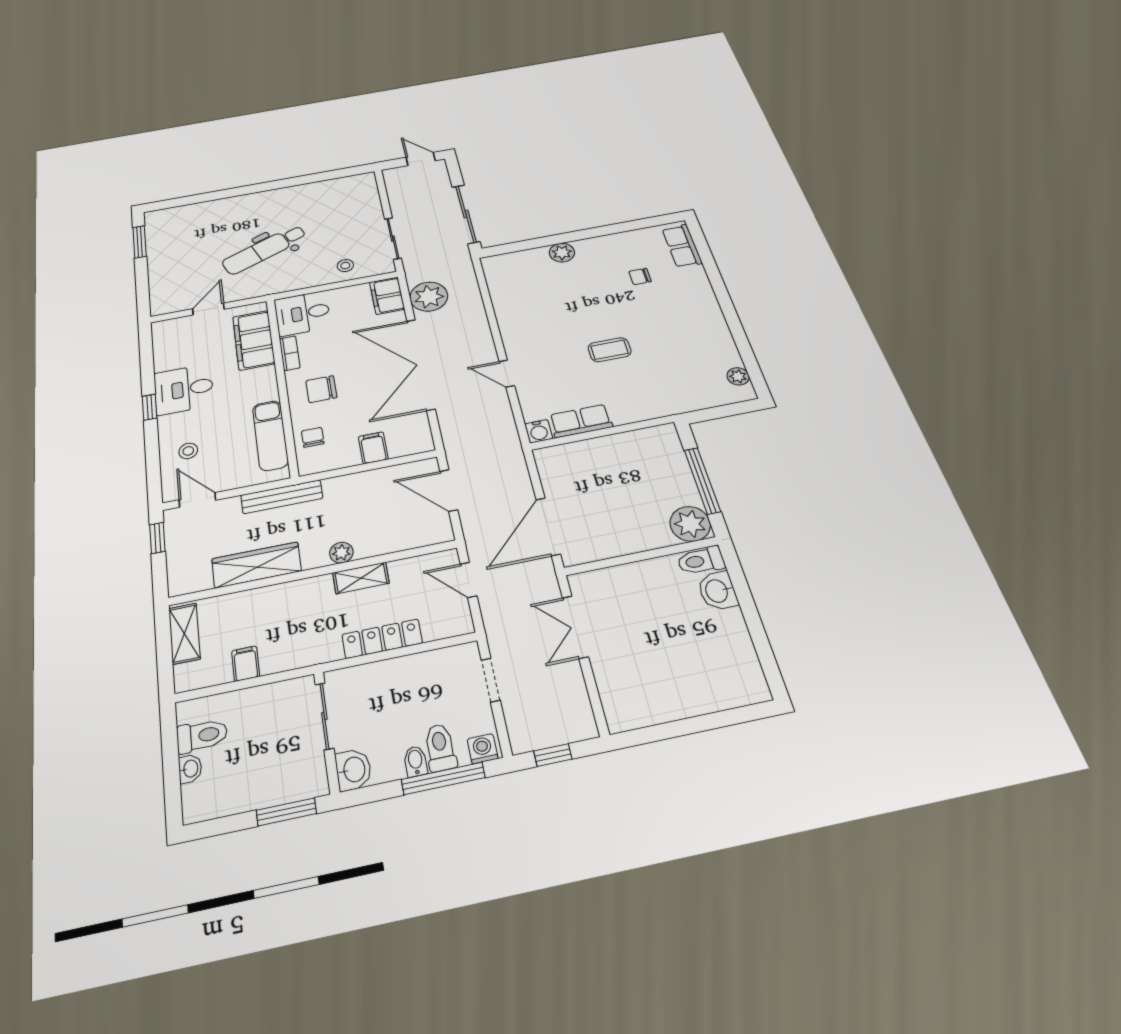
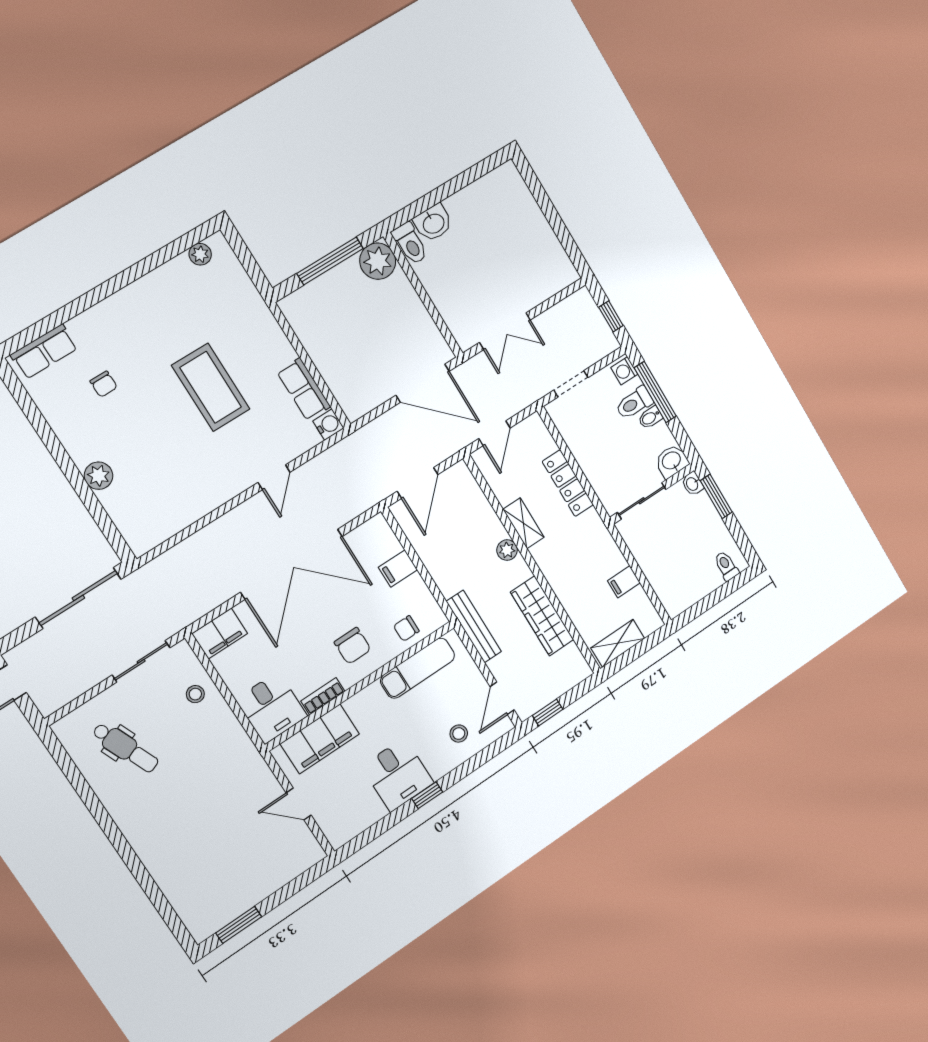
dental chair: (264, 250) -> (125, 748), moved, width x0.73, depth x0.72
plant: (429, 297) -> (206, 591), removed
coffee table: (610, 350) -> (211, 387), width x1.86, depth x1.72
toilet: (202, 736) -> (726, 566), moved, width x0.73, depth x0.72
washbasin: (190, 769) -> (692, 484), moved, turned -90

